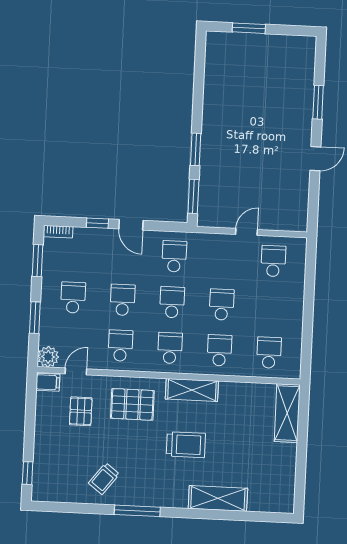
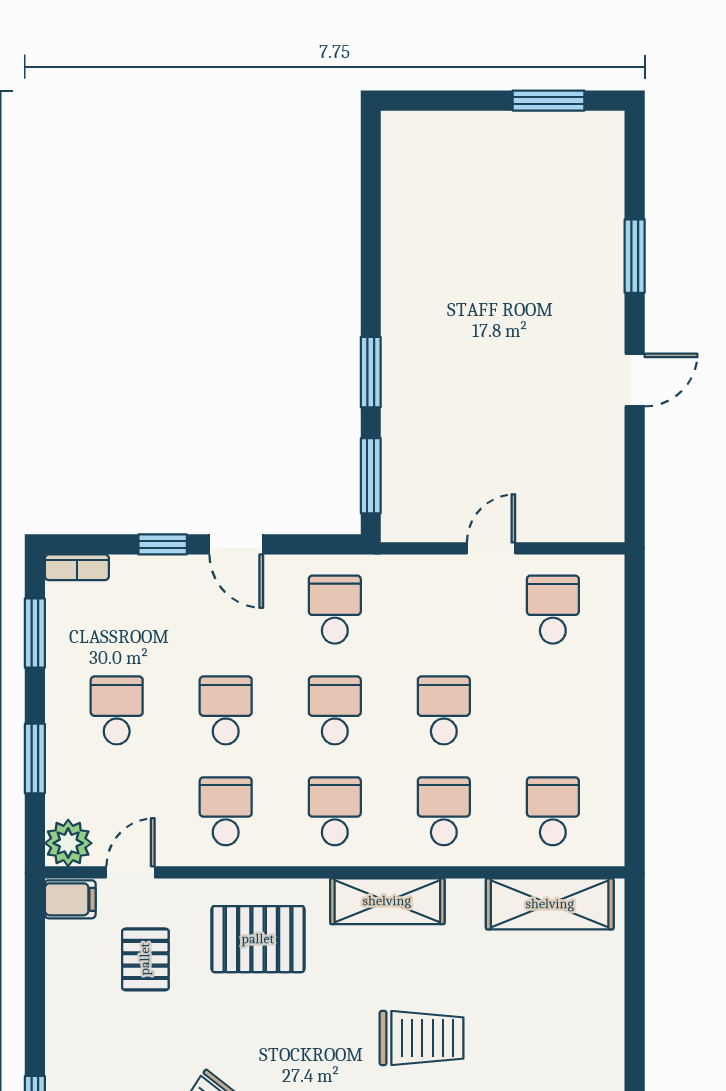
window: (249, 28) -> (548, 101), moved
shelving: (287, 413) -> (550, 904), moved, turned 90
trolley: (186, 445) -> (422, 1038), moved

